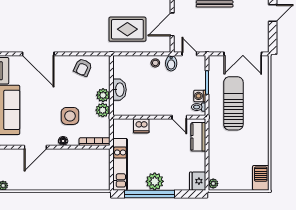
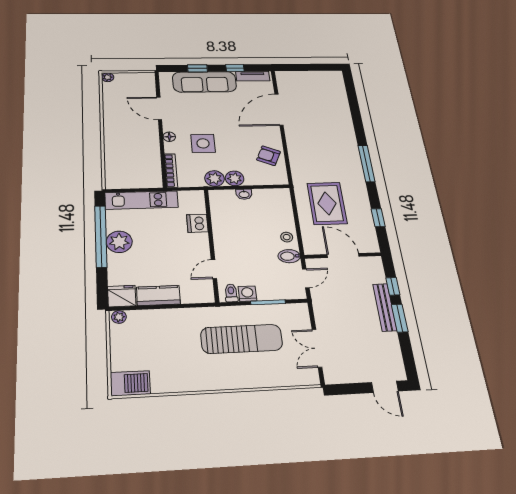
double door: (243, 54) -> (317, 348), width x0.73
washbasin: (119, 90) -> (244, 194), width x0.52, depth x0.69
kitchen counter: (198, 137) -> (158, 296), moved

